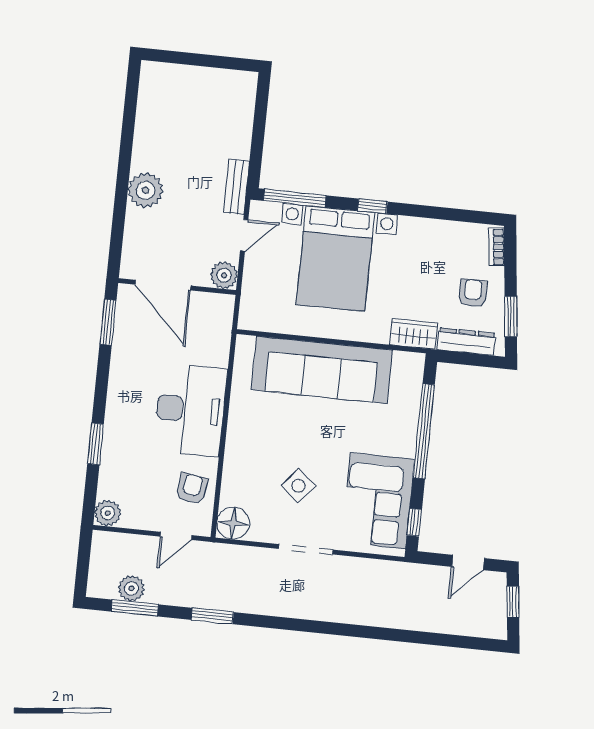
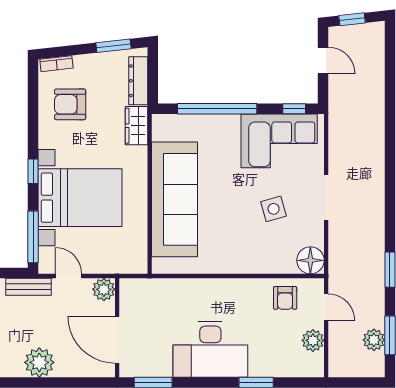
door: (163, 285) -> (117, 340), swing flipped
armchair: (473, 293) -> (70, 104), moved, width x1.38, depth x1.38
desk: (190, 410) -> (210, 349), moved, turned 180
side table: (298, 486) -> (274, 209), turned 33
armchair: (192, 489) -> (285, 298), turned -98
plant: (108, 513) -> (313, 340), moved

